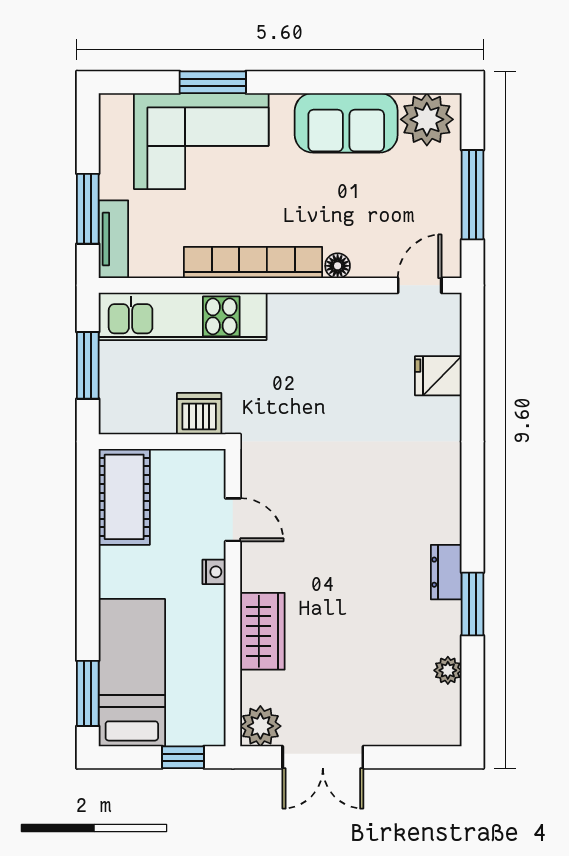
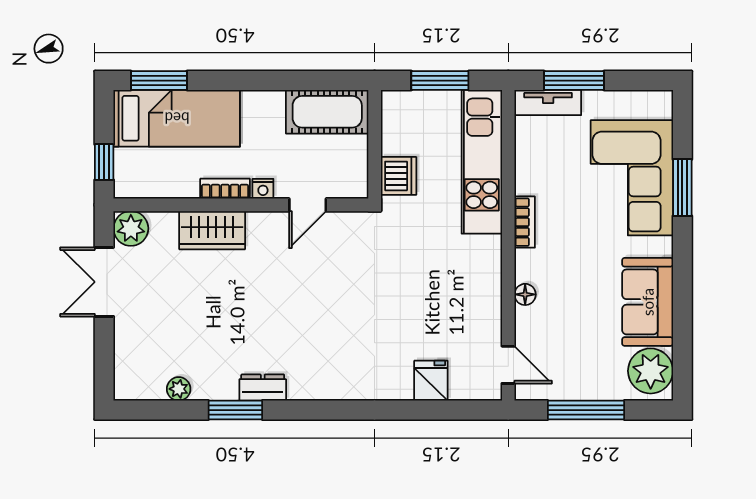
bookcase: (253, 262) -> (525, 222), width x0.43, depth x0.76
bookcase: (214, 616) -> (225, 189), added

